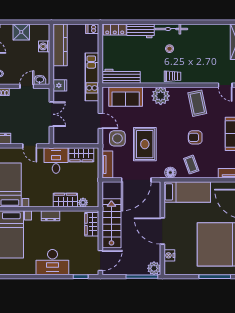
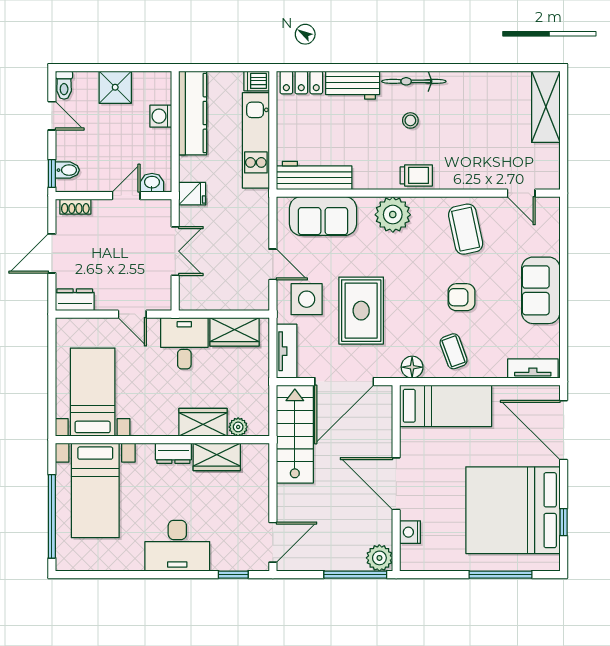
kitchen unit: (92, 77) -> (256, 140), moved
stairs: (111, 223) -> (295, 434), moved
wardrobe: (92, 224) -> (217, 457), moved, turned -90

